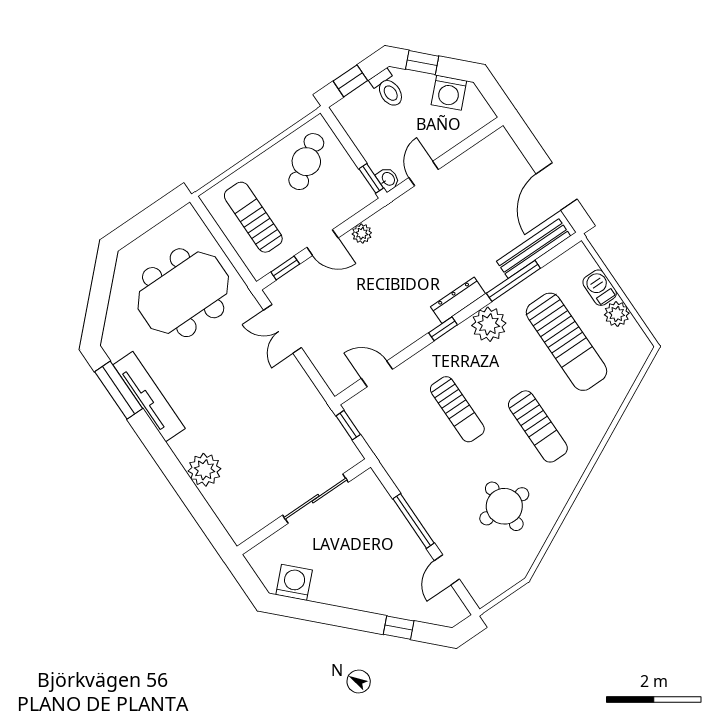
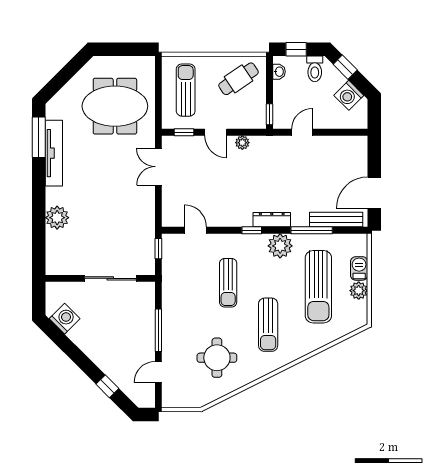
washbasin: (388, 179) -> (279, 72), moved

